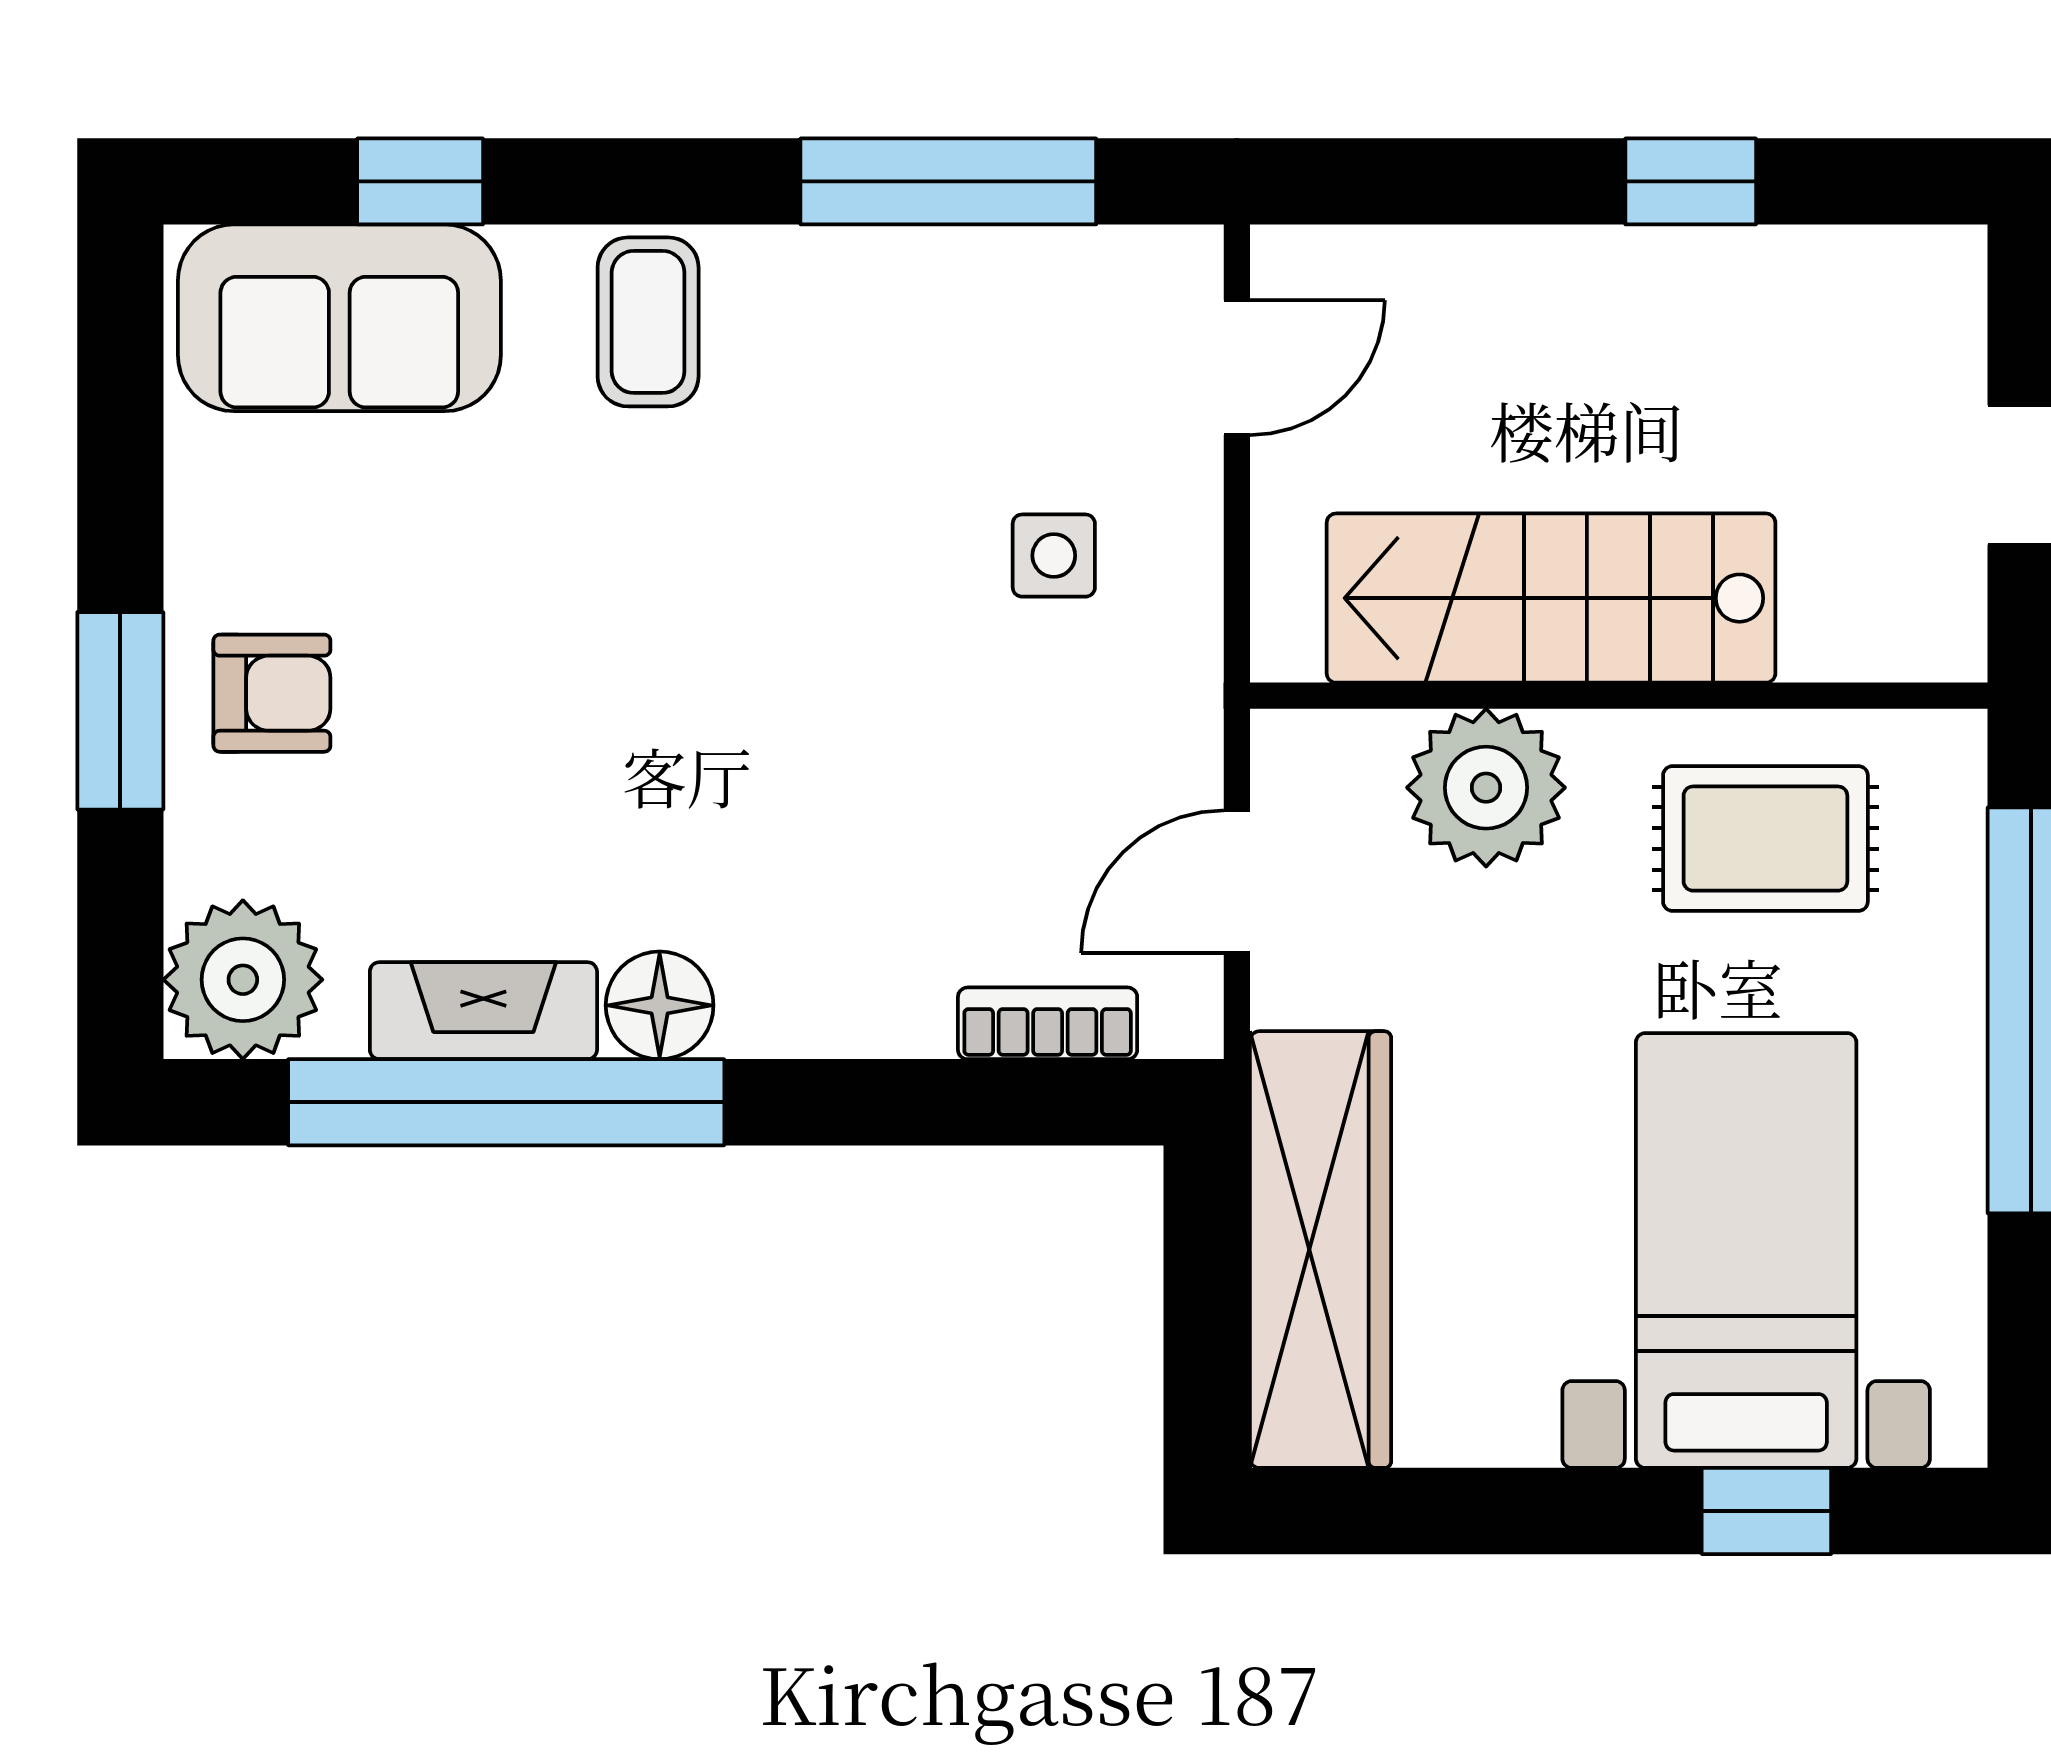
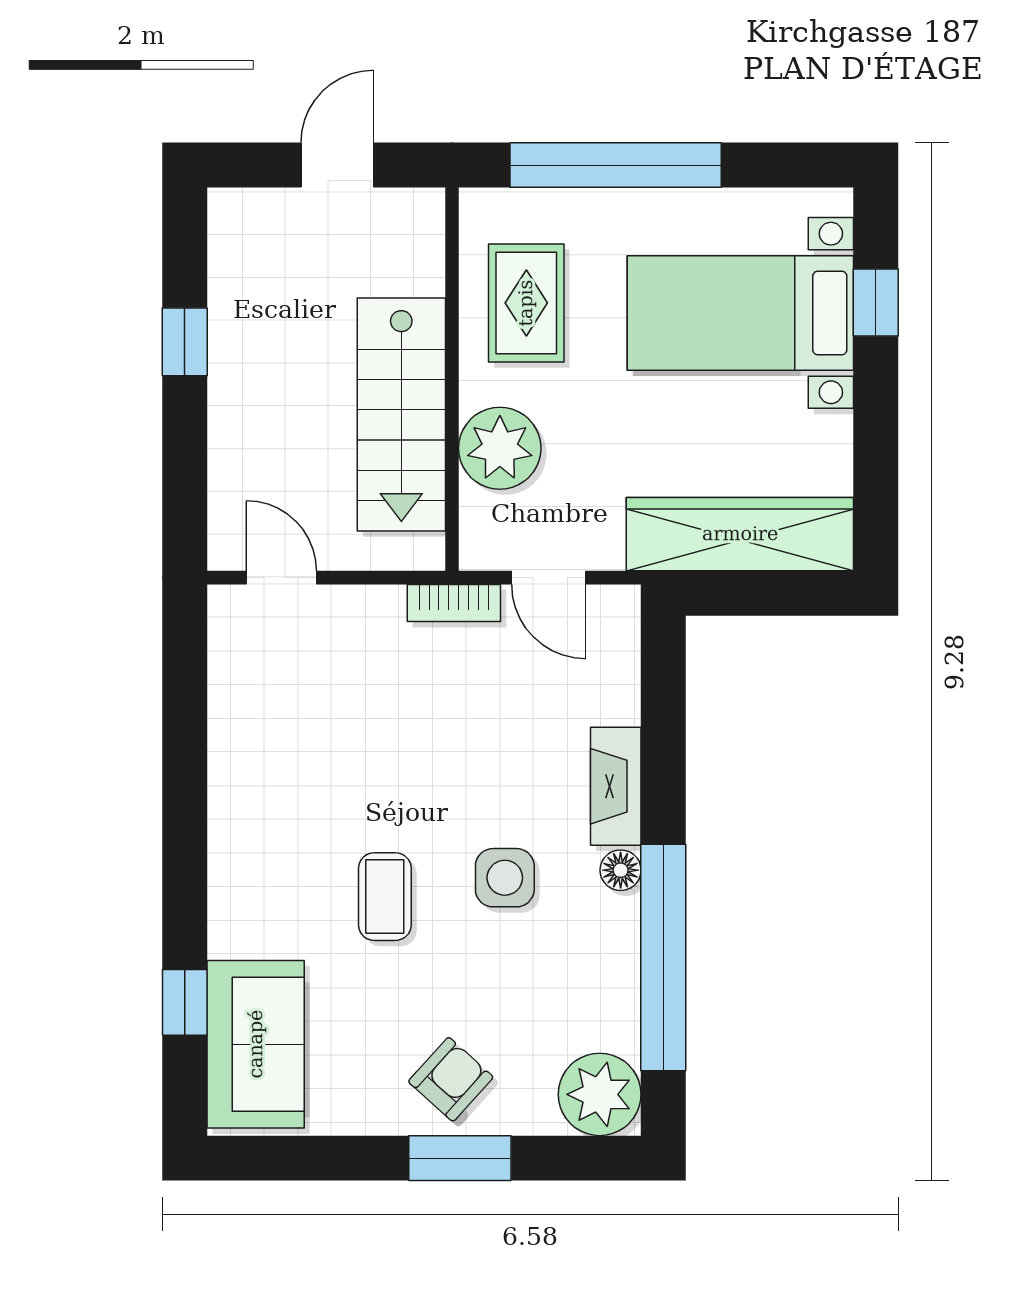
window: (948, 181) -> (185, 728), removed
coffee table: (648, 322) -> (385, 897), moved, turned 90
side table: (1054, 556) -> (505, 878), moved, width x1.37, depth x1.37
armchair: (272, 693) -> (451, 1079), turned 42
floor lamp: (660, 1005) -> (621, 870), width x0.73, depth x0.73
fireplace: (483, 1011) -> (616, 786), moved
bookcase: (1048, 1023) -> (454, 603), moved, turned -90

